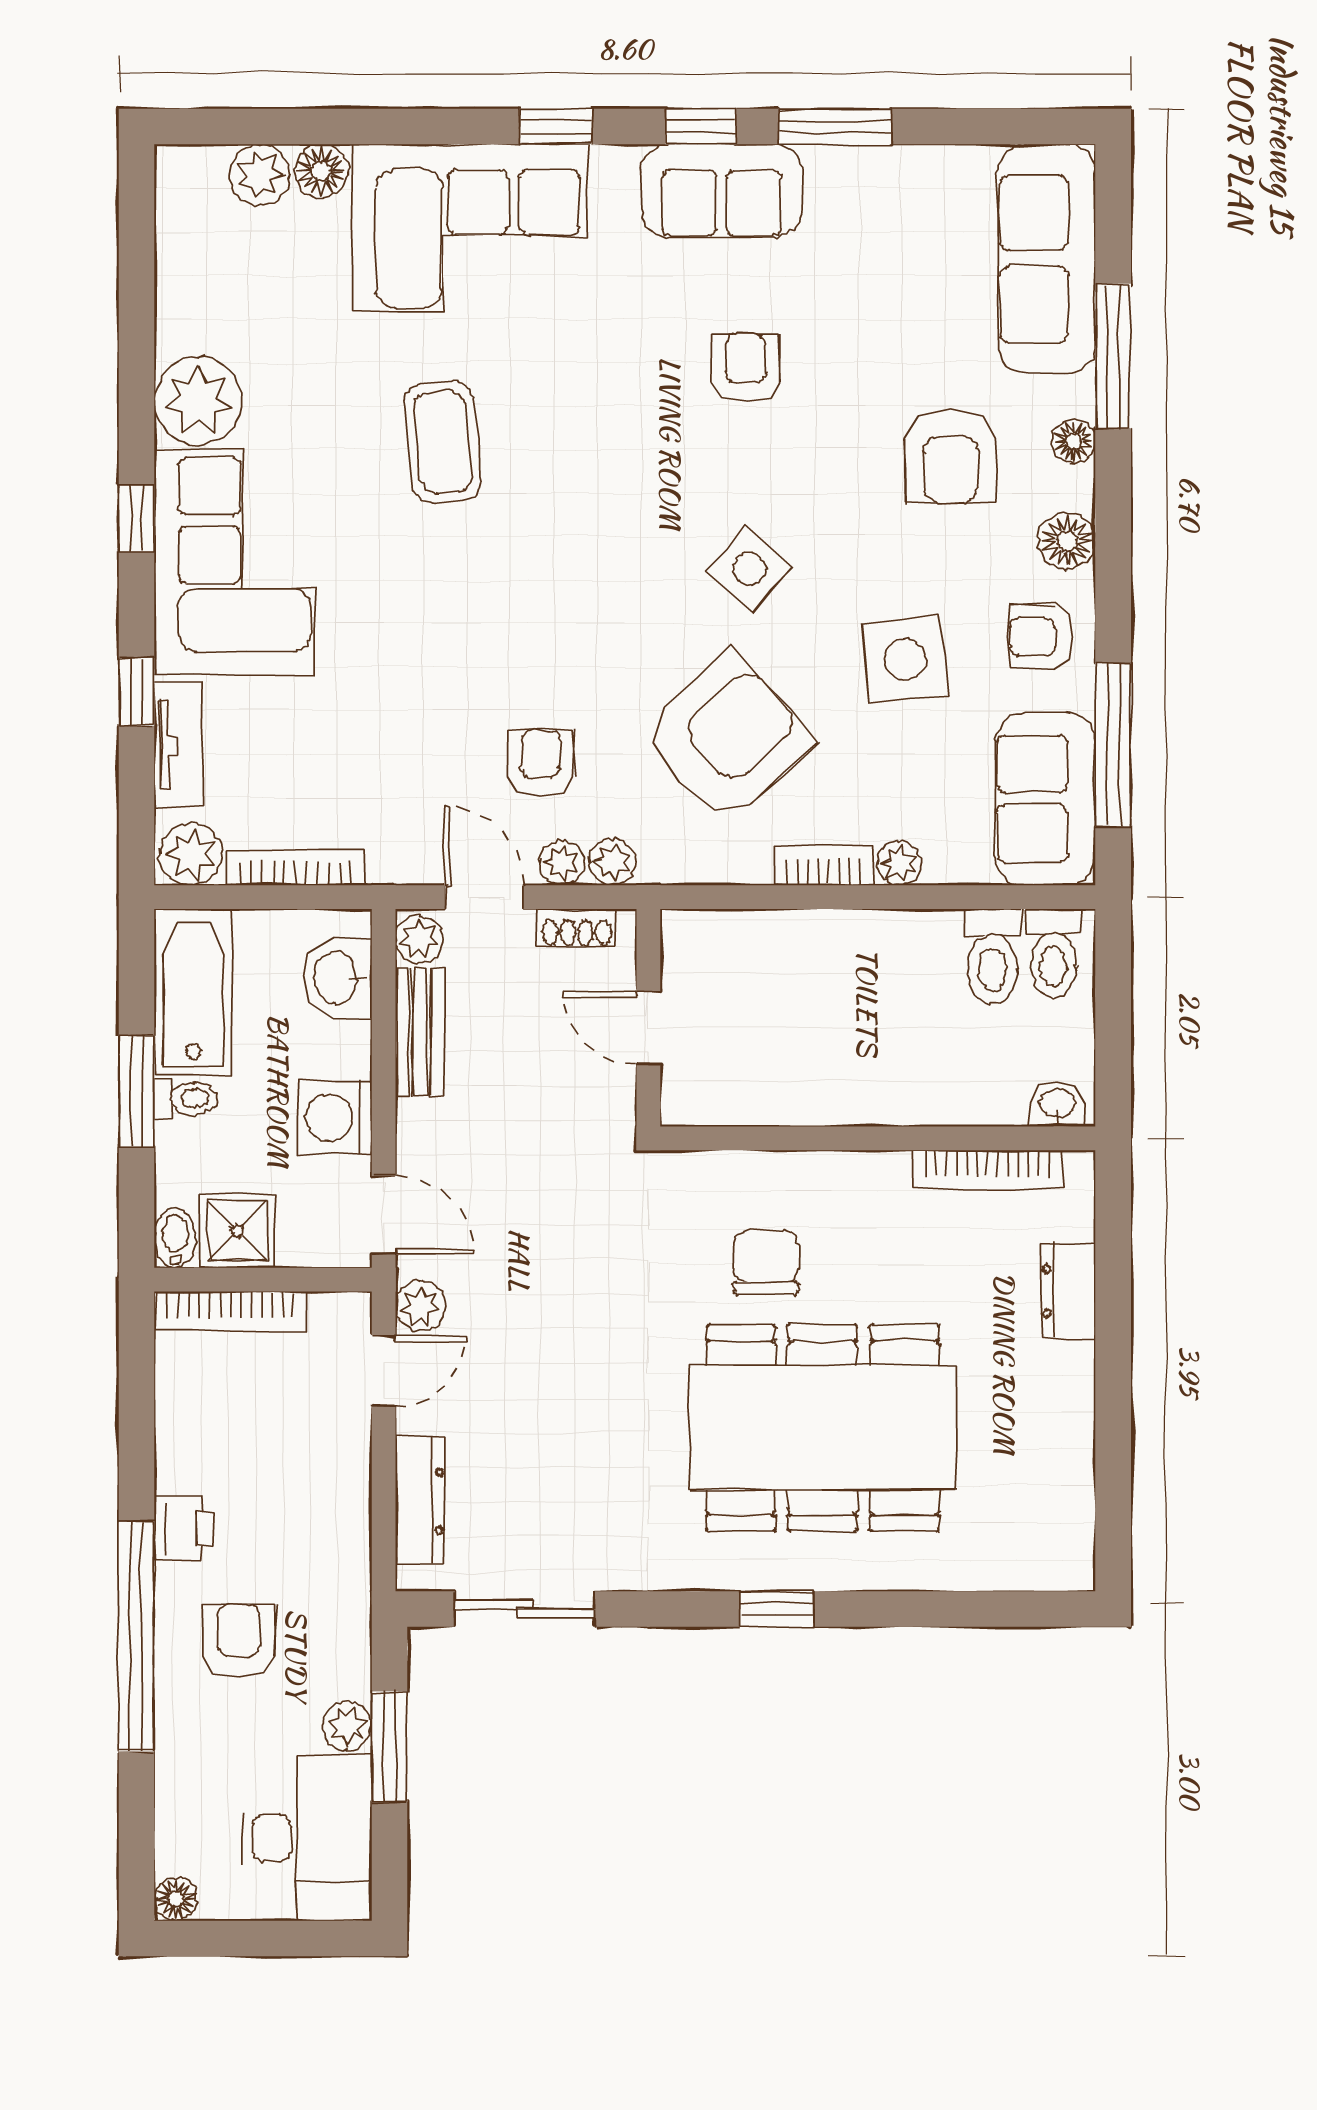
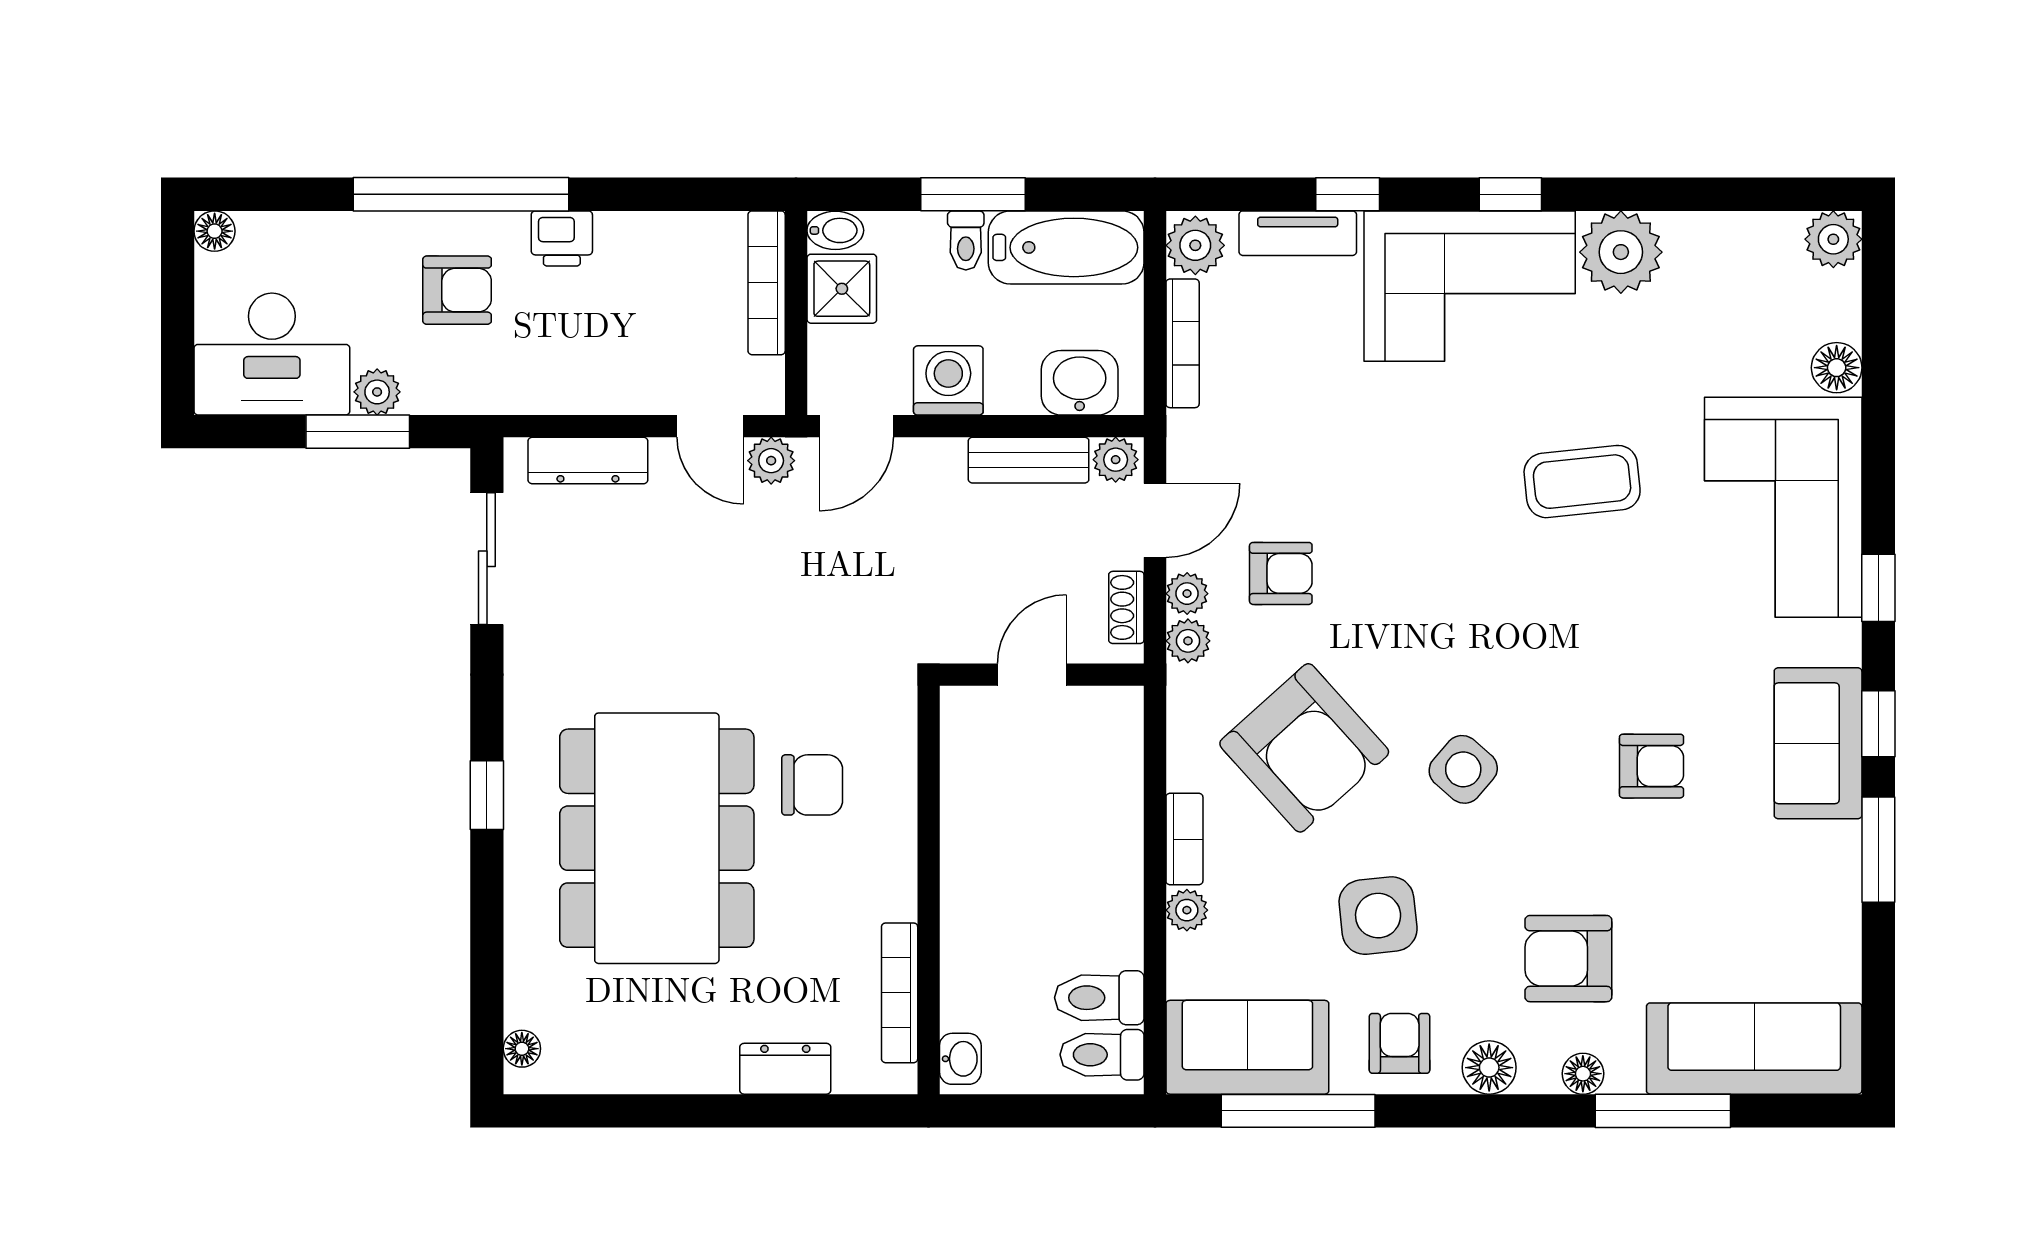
plant: (259, 174) -> (1833, 239), moved
floor lamp: (1047, 1572) -> (522, 1049), added

